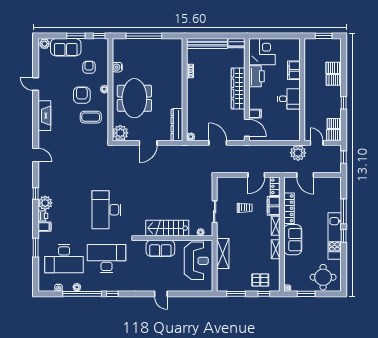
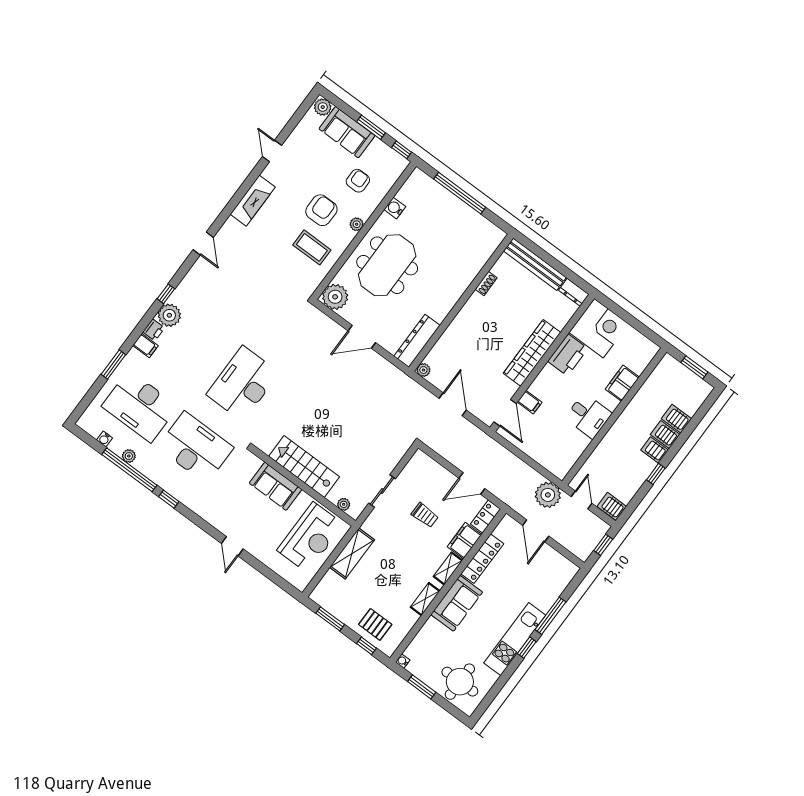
server rack: (334, 123) -> (655, 450), moved

